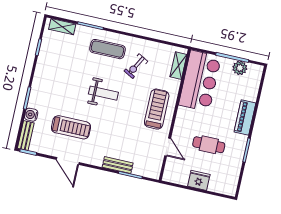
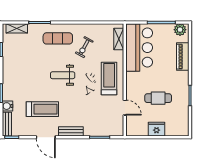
plant: (240, 68) -> (180, 30), moved
weight bench: (103, 93) -> (63, 75), turned 180
piano: (245, 117) -> (183, 57), moved
bench: (118, 165) -> (71, 131), moved

